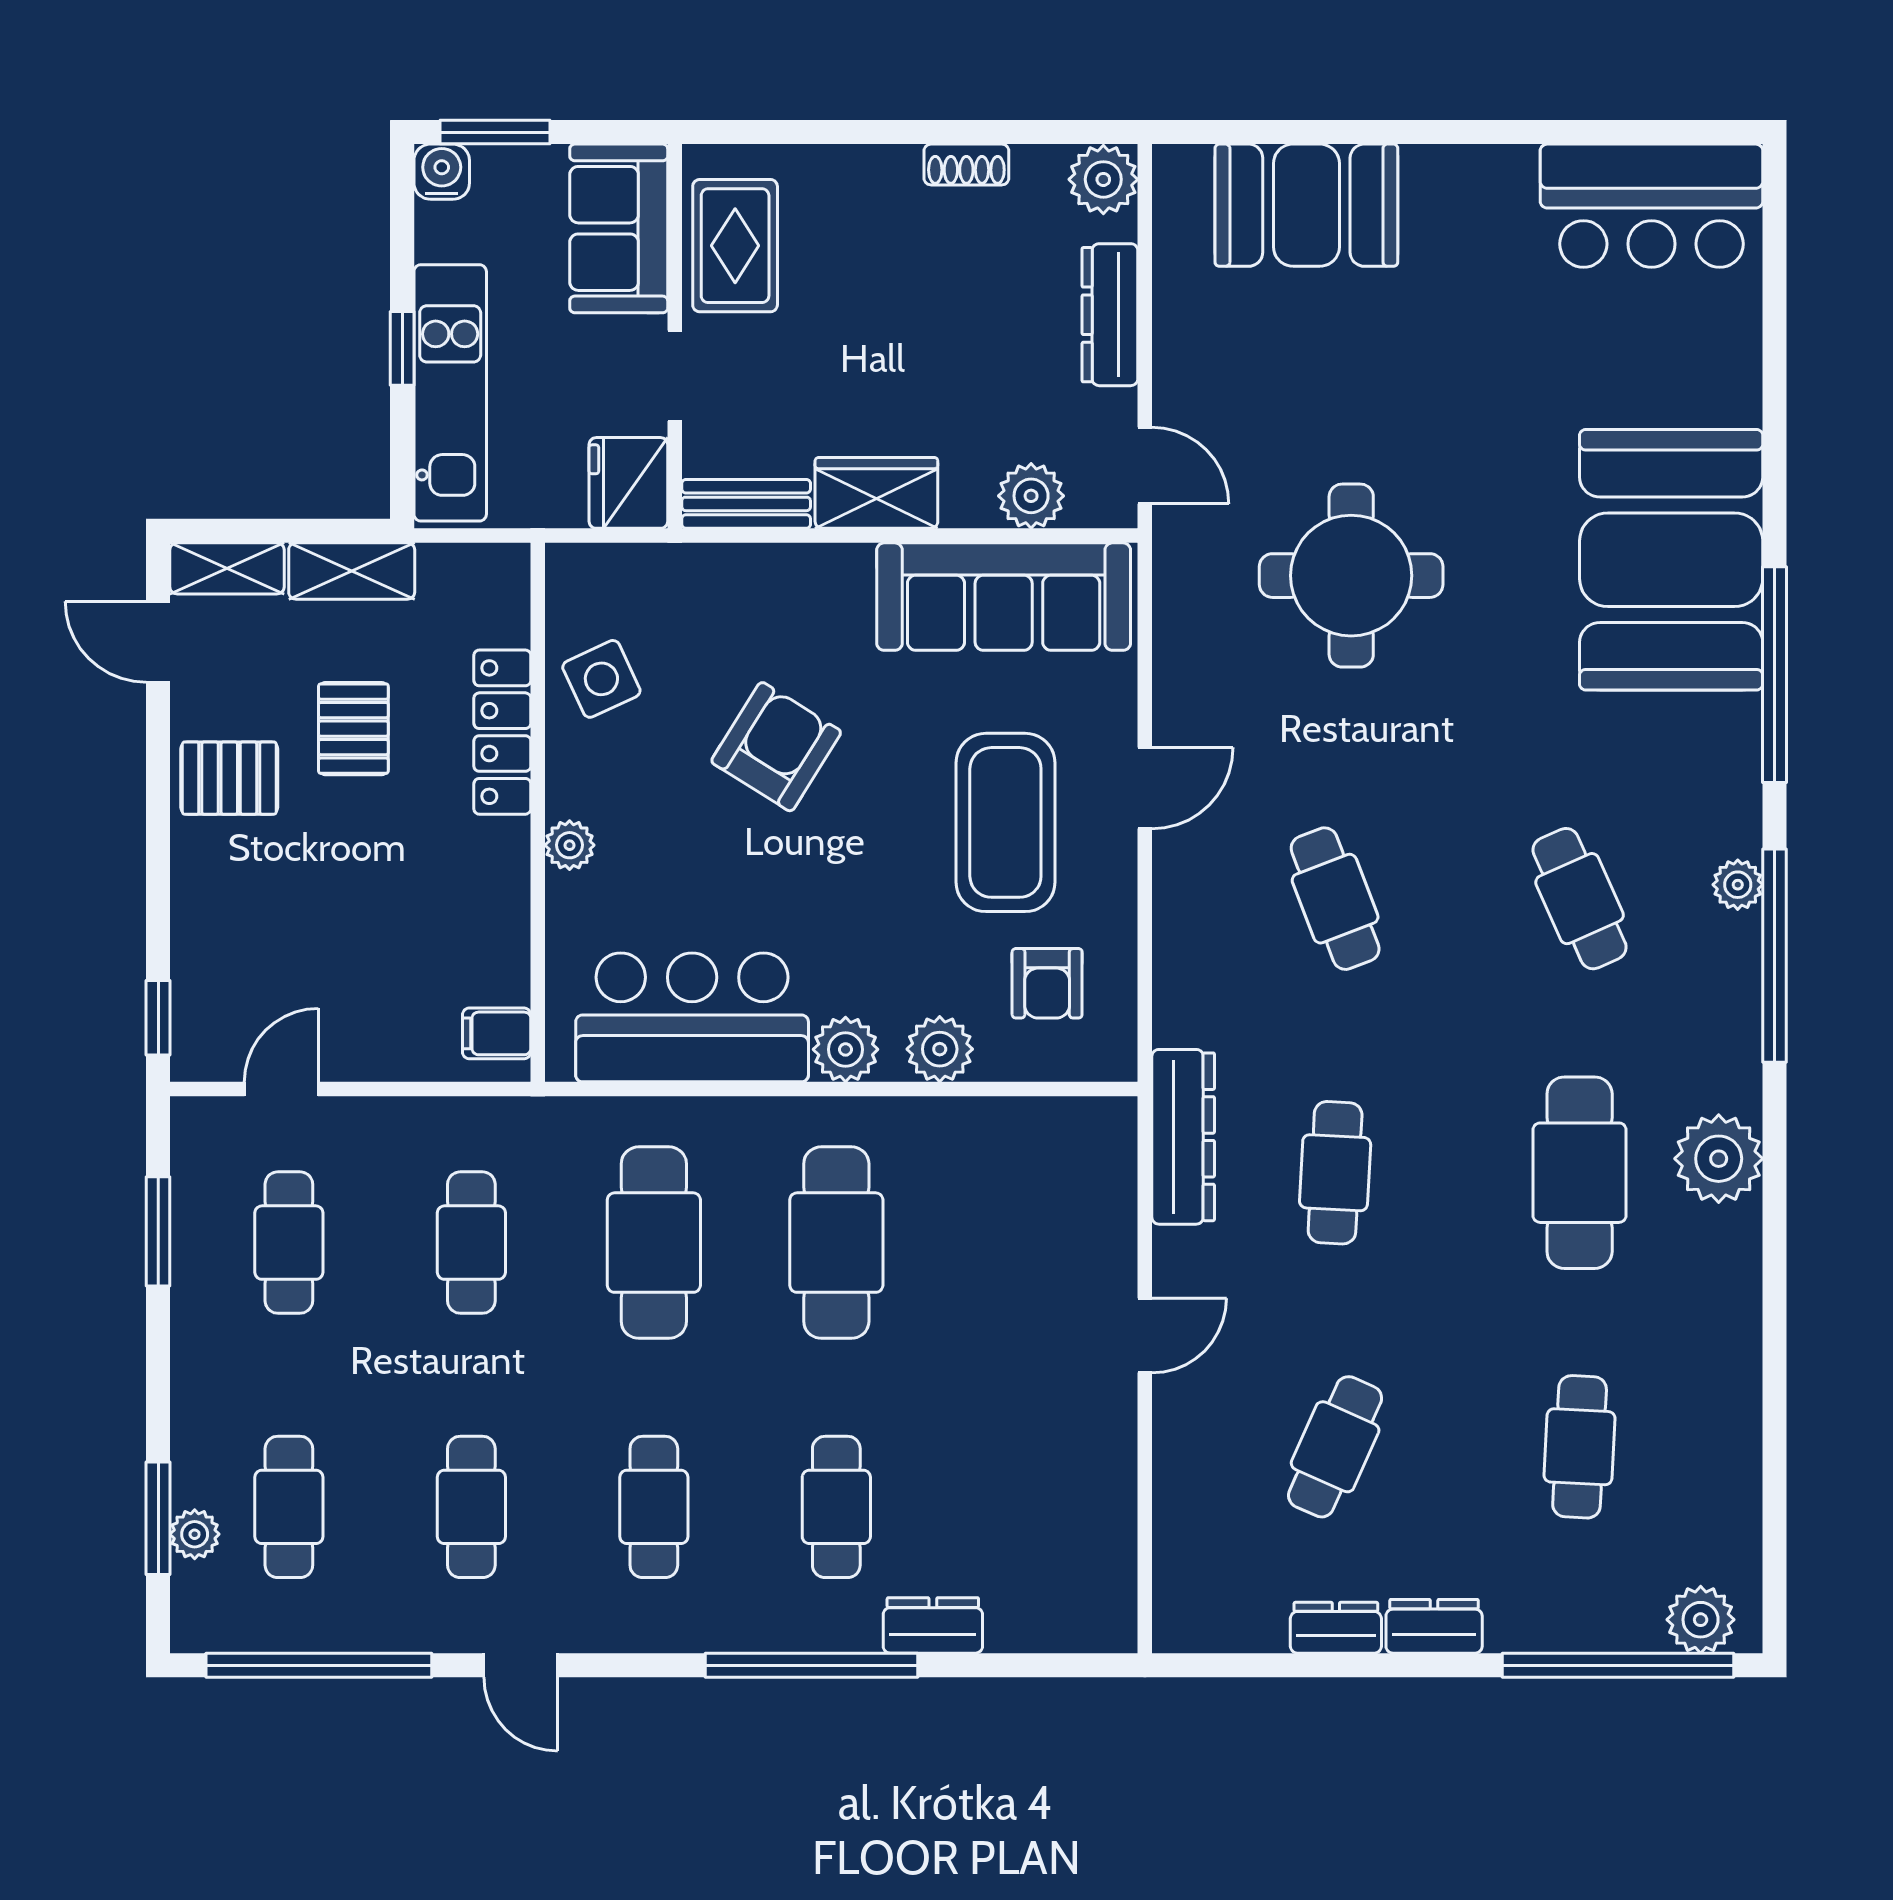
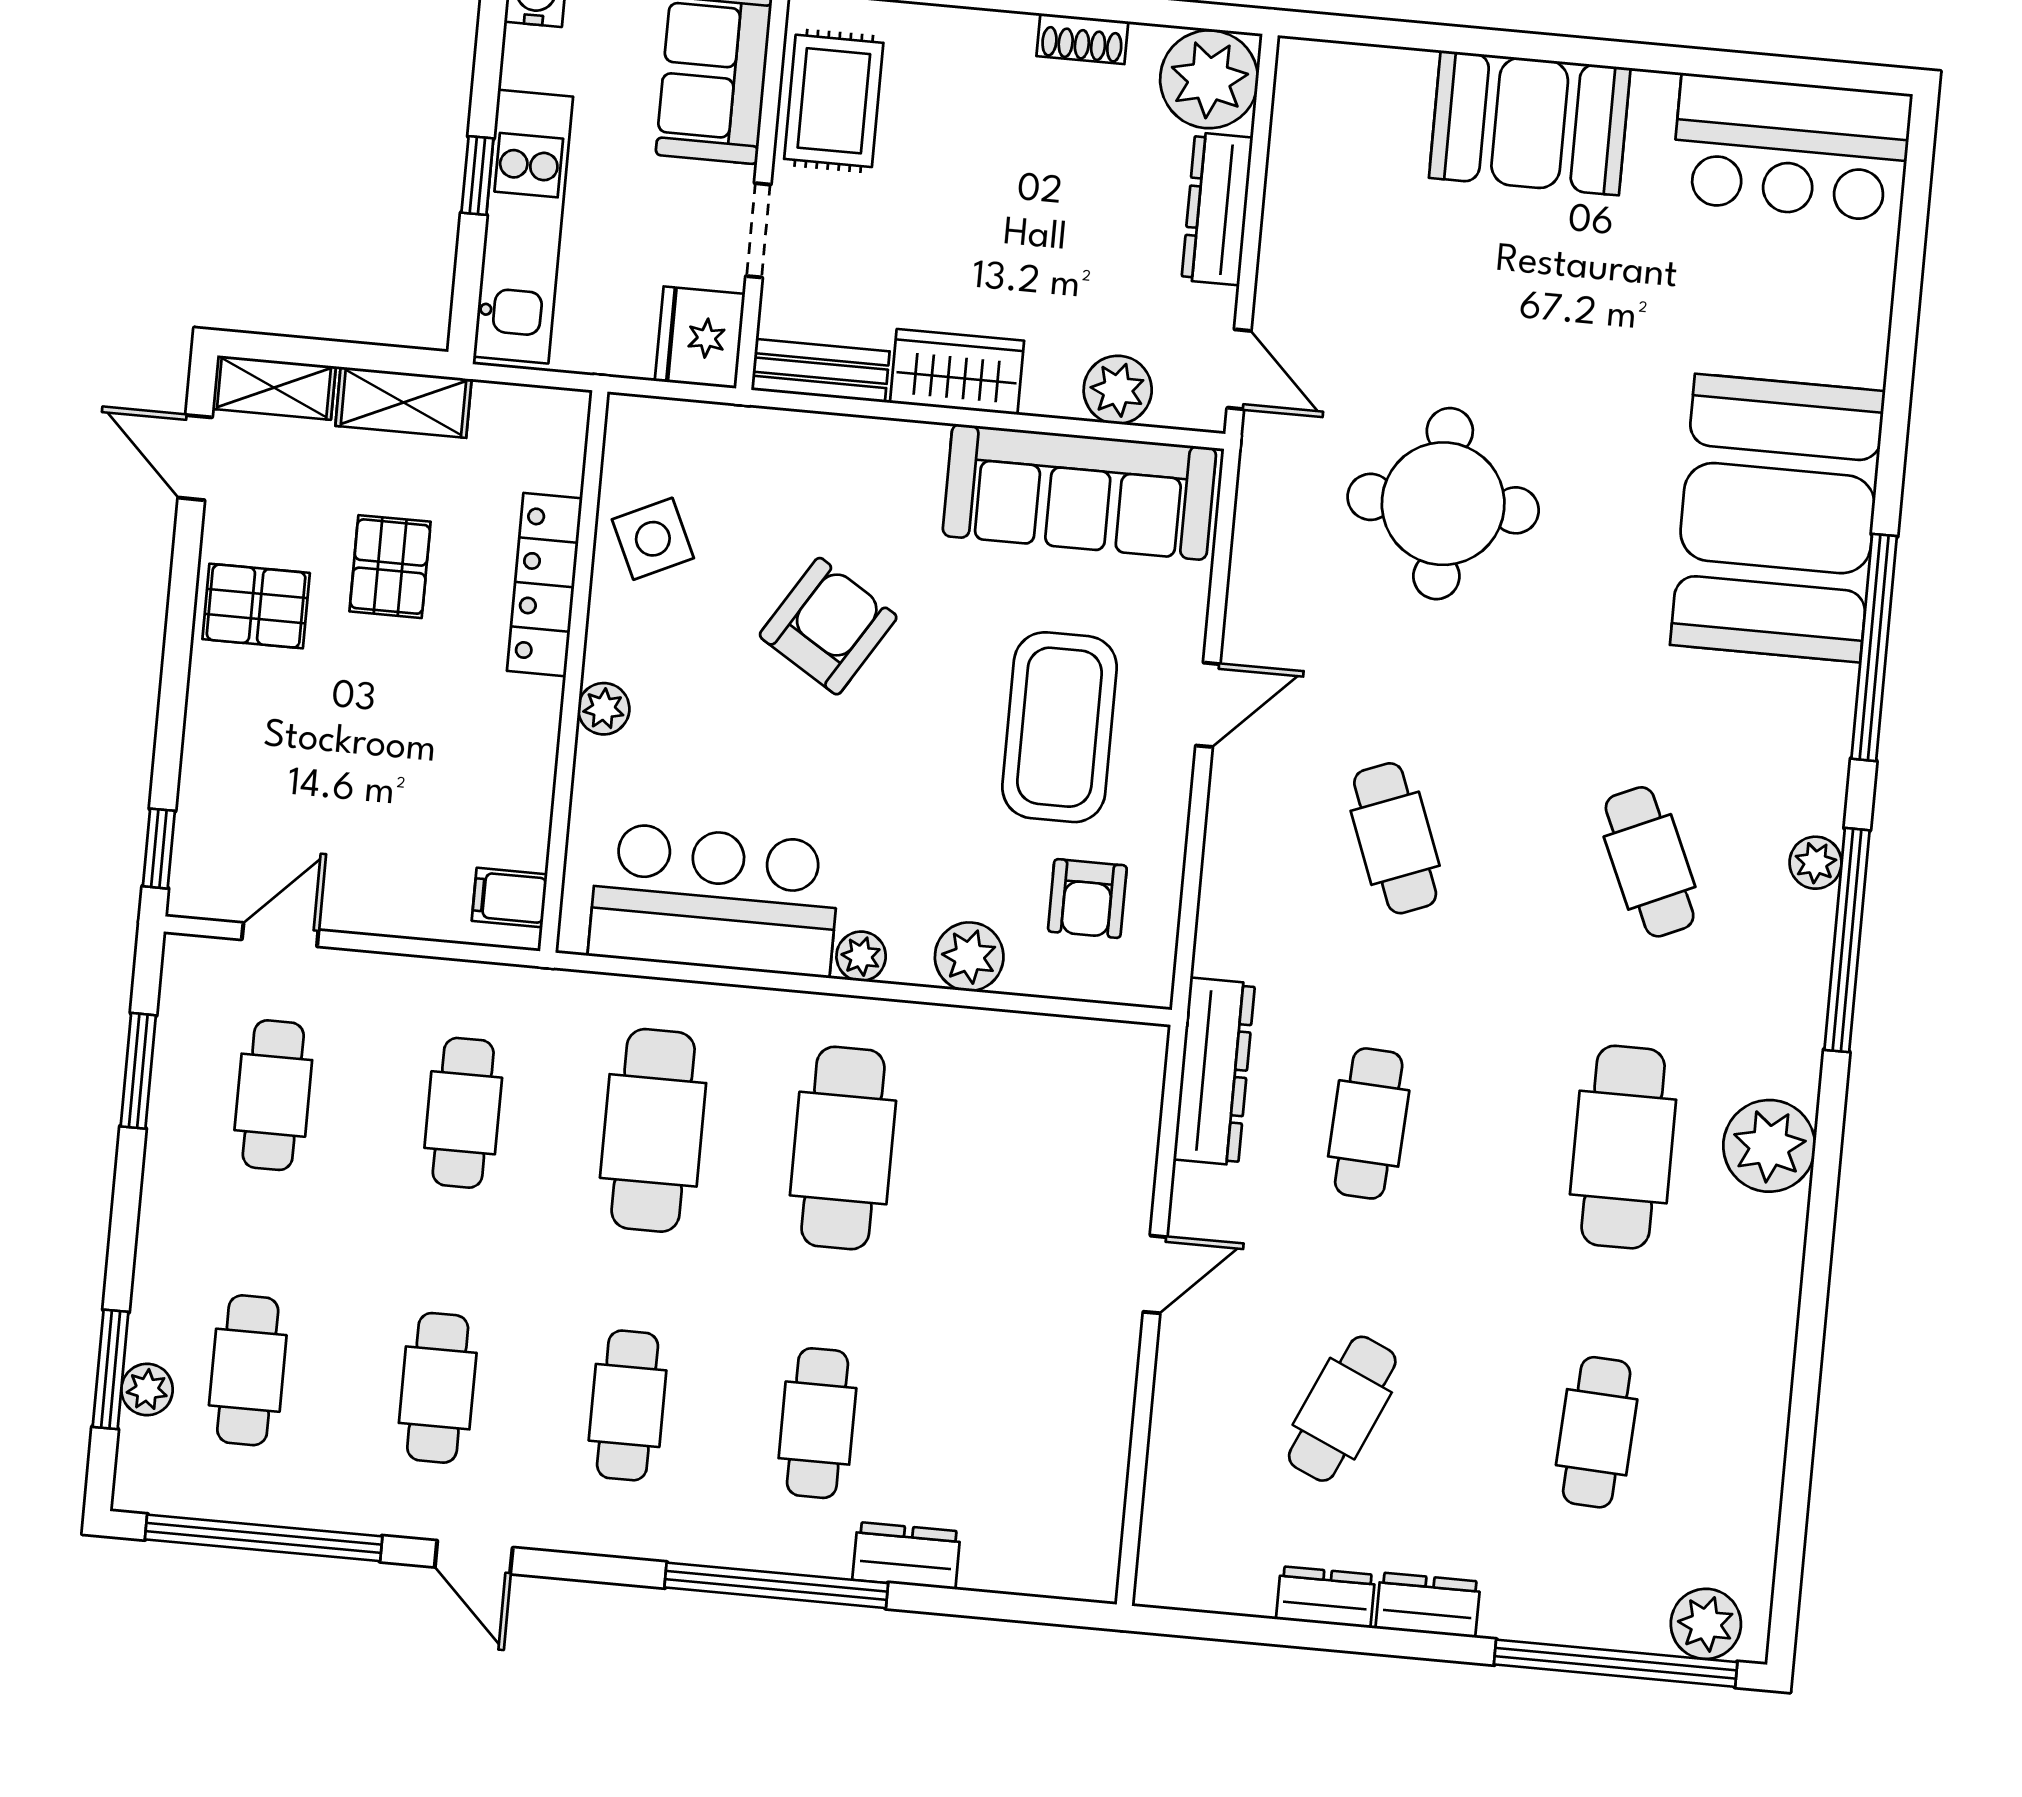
plant: (1103, 179) -> (1209, 79), width x1.36, depth x1.36
booth: (1306, 205) -> (1530, 123), moved
plant: (846, 1049) -> (861, 956), width x0.73, depth x0.73

